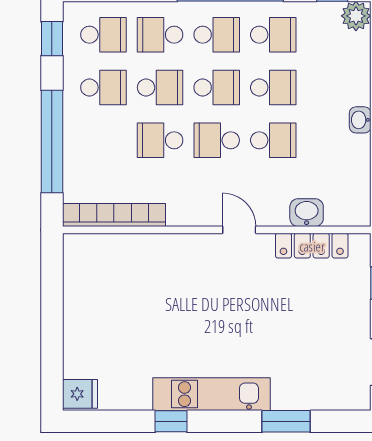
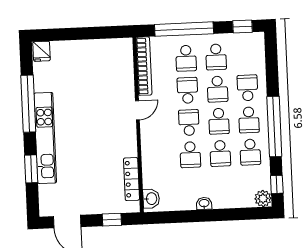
school desk: (103, 35) -> (186, 58), moved
washbasin: (307, 213) -> (151, 199), moved
door: (239, 230) -> (137, 110), moved
kitchen unit: (211, 394) -> (45, 138), width x1.36
window: (171, 421) -> (28, 104), width x3.17

